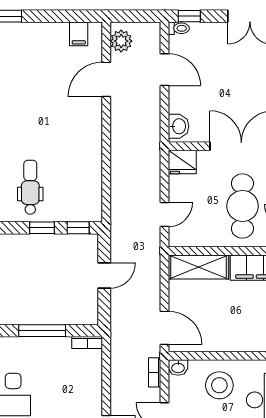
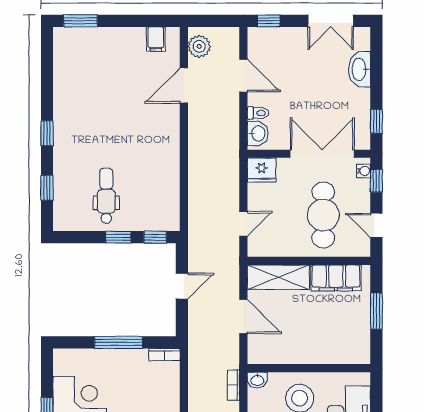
toilet: (179, 28) -> (258, 113), moved
door: (164, 328) -> (243, 317), moved

